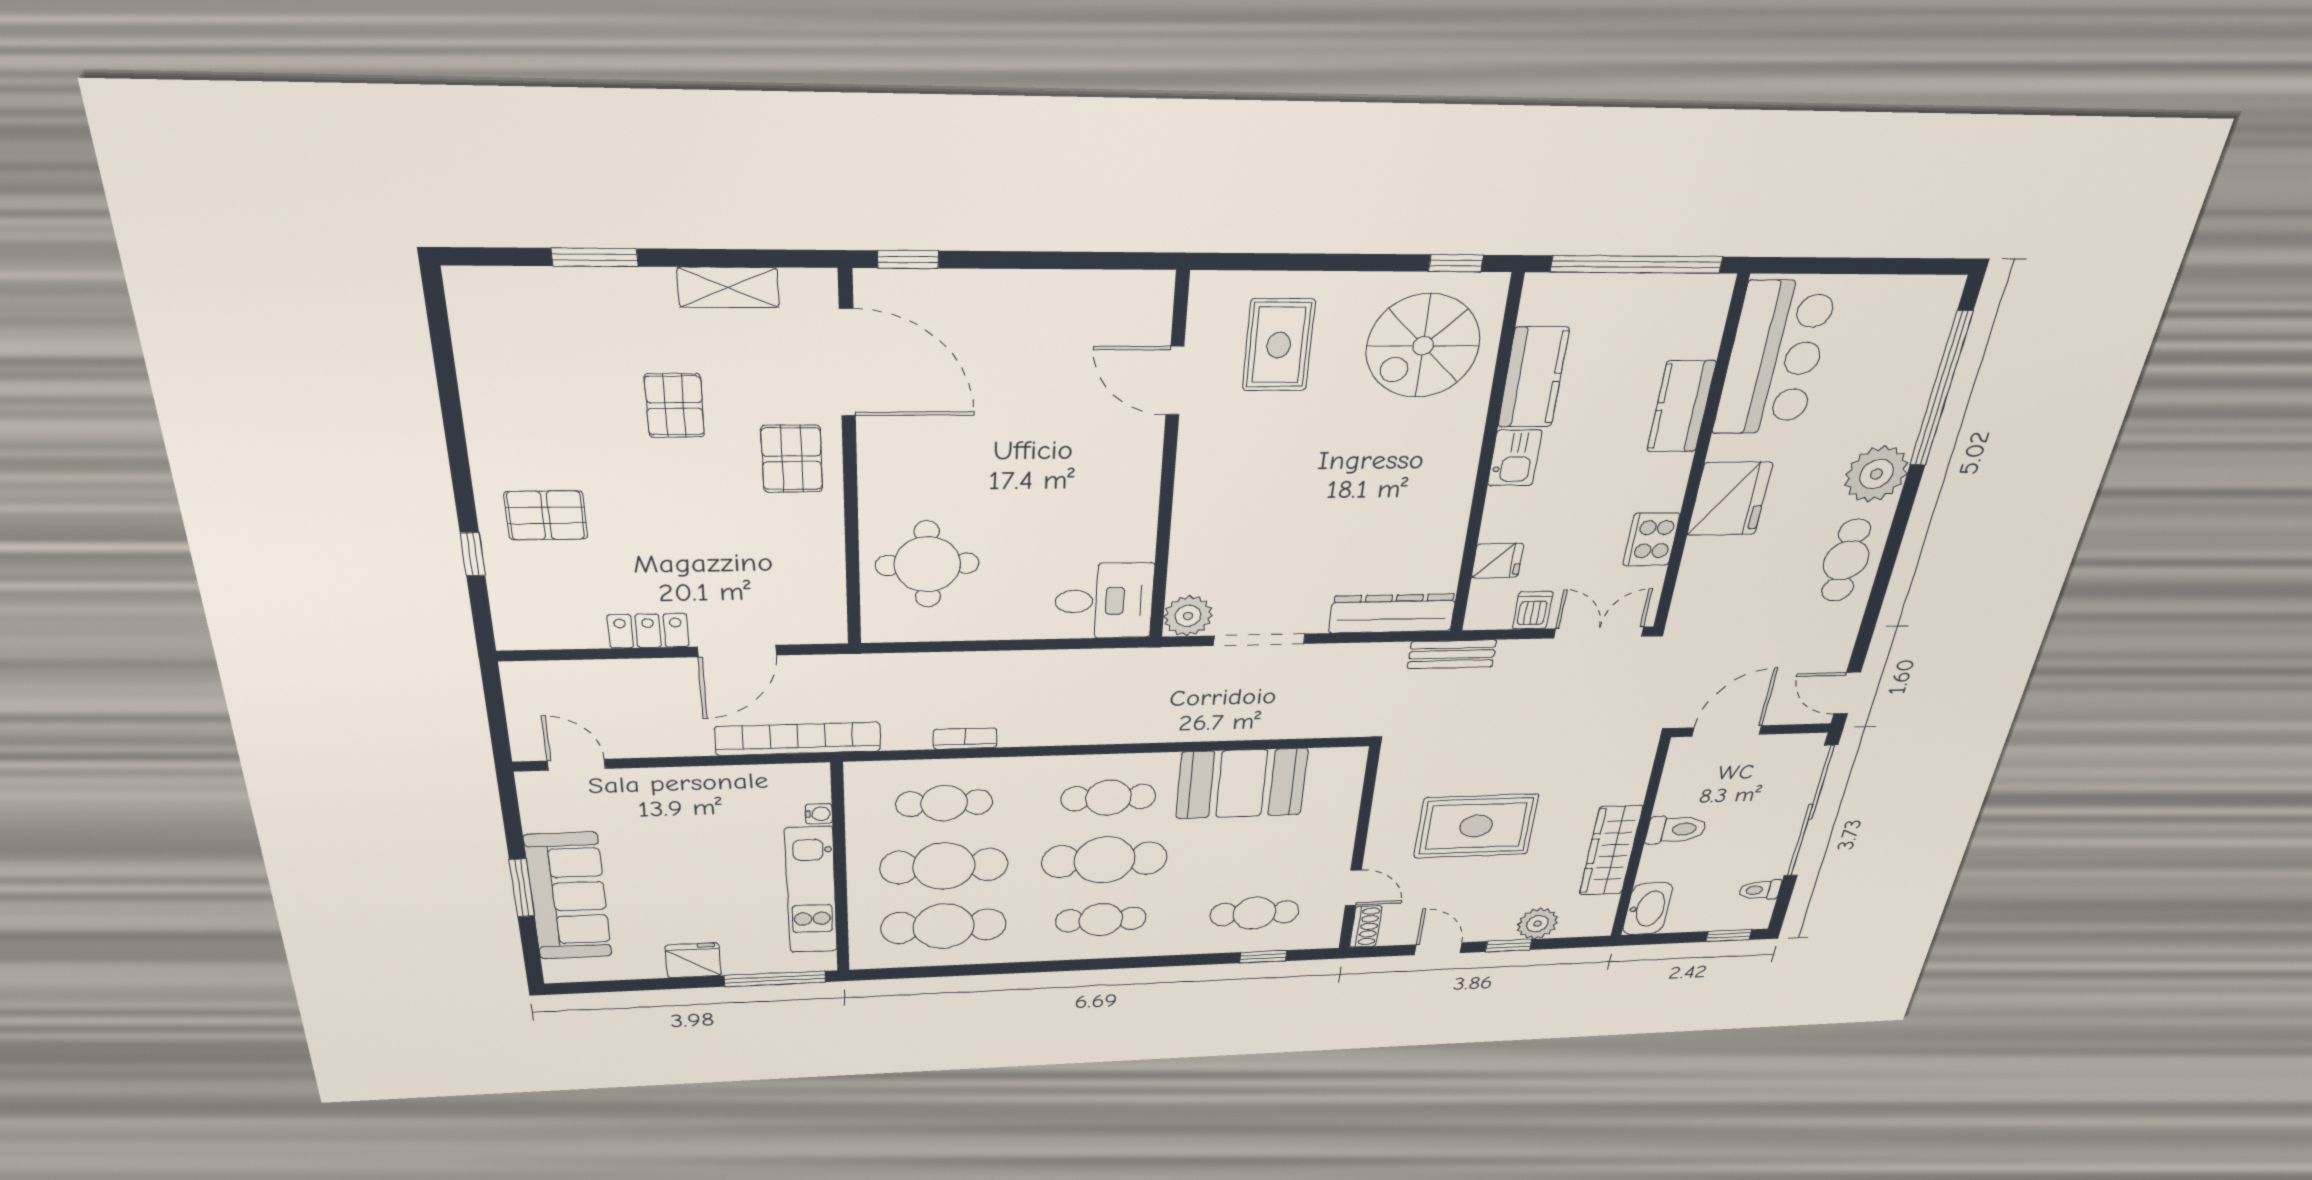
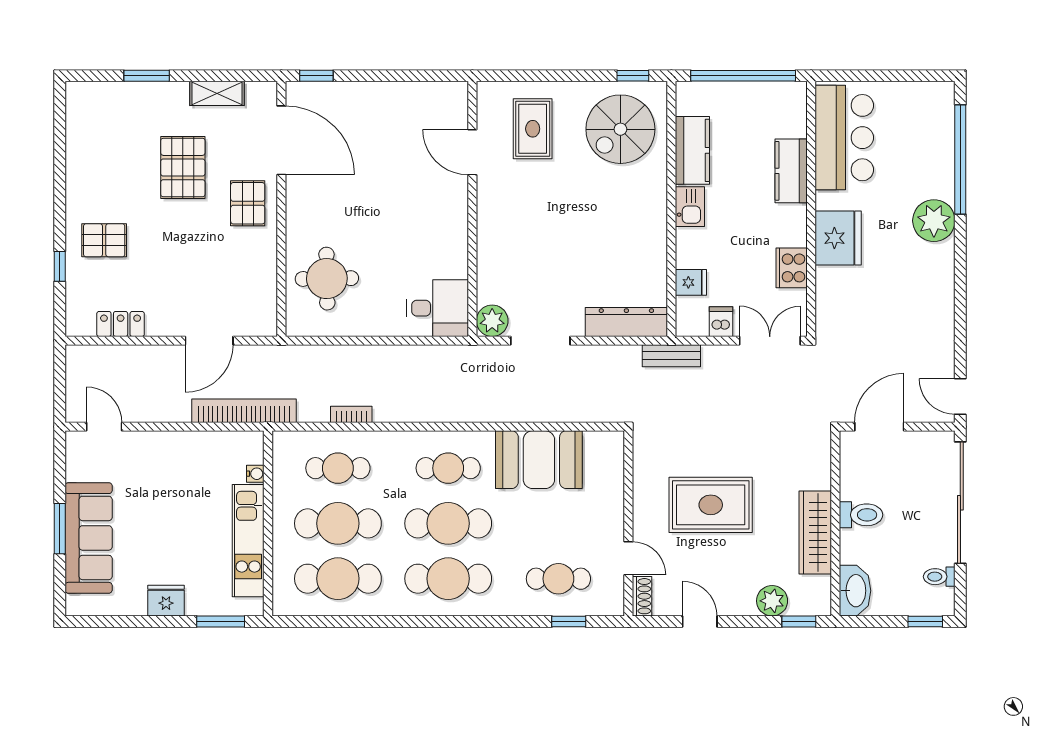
pallet: (675, 406) -> (183, 168), width x1.50, depth x1.42
cafe table: (1846, 560) -> (930, 287), removed
locker: (648, 631) -> (121, 324), moved
cafe table: (1101, 920) -> (448, 579), width x1.37, depth x1.35
window: (1509, 946) -> (799, 622), moved
window: (775, 979) -> (221, 622), width x0.69

